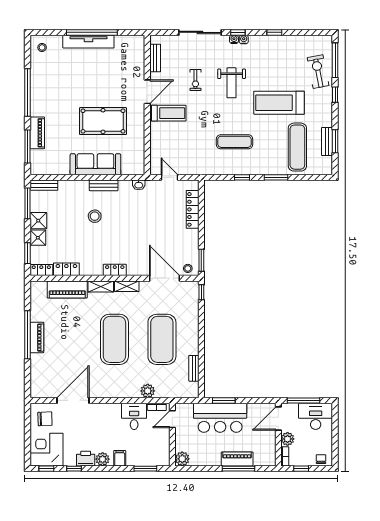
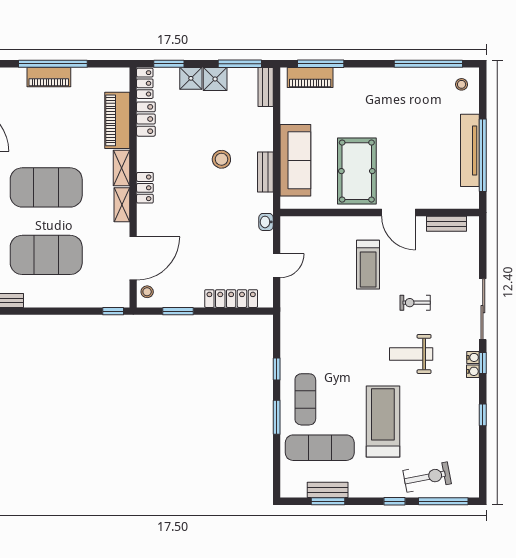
bench: (155, 58) -> (447, 224), moved
window: (28, 92) -> (428, 64), moved
door: (147, 92) -> (398, 213), moved
wall: (147, 105) -> (380, 213), moved
piano: (37, 133) -> (310, 77), moved
exercise mat: (235, 142) -> (305, 399), moved
window: (201, 260) -> (178, 311), moved

